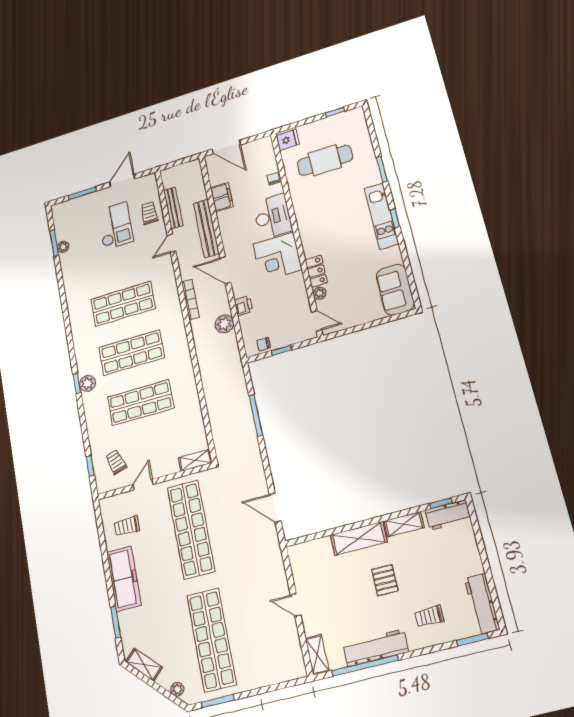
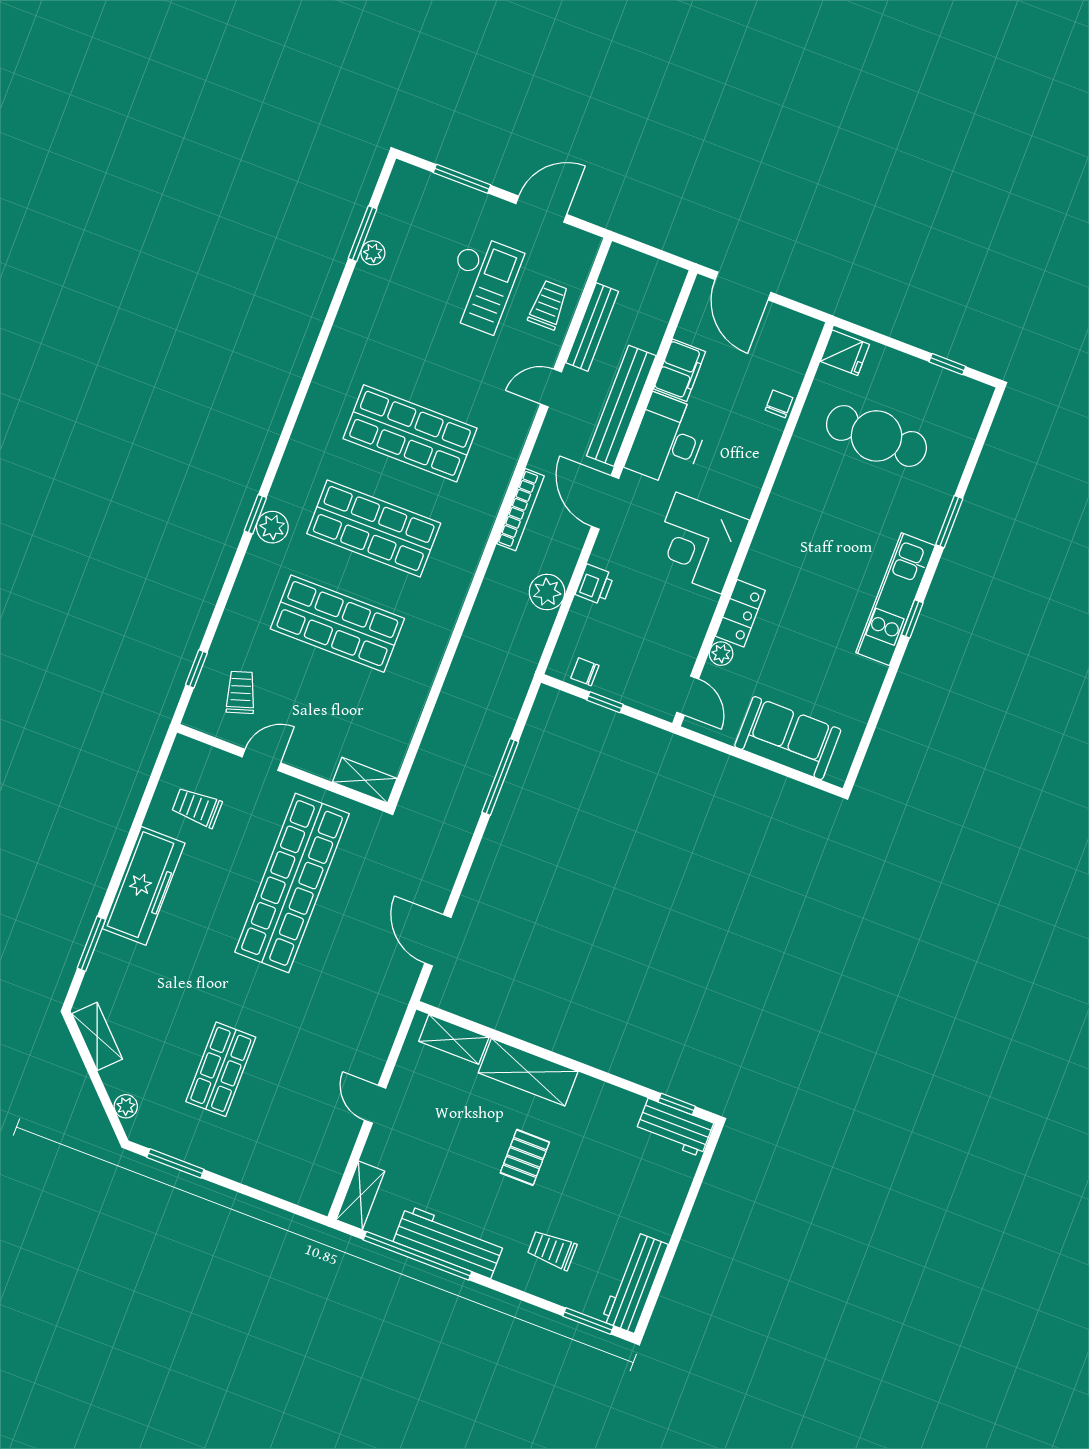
desk: (273, 217) -> (668, 441), moved, turned 180
sofa: (395, 290) -> (788, 738), moved, turned 90
shelving: (404, 524) -> (454, 1039), moved
shop shelf: (211, 640) -> (221, 1069), width x0.50, depth x0.74

